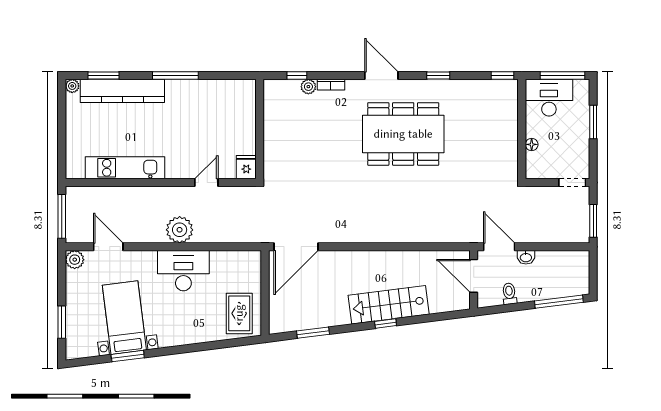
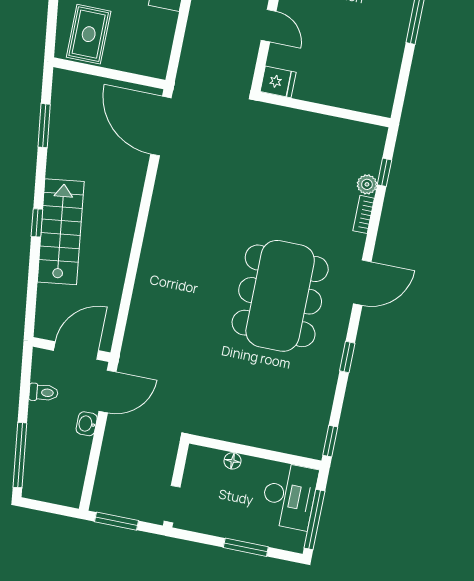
rug: (239, 313) -> (89, 34), turned 90

